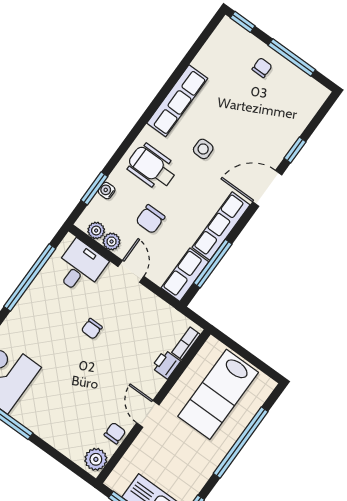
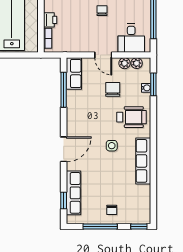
window: (295, 150) -> (64, 201), moved
row of seats: (221, 226) -> (73, 193), moved

